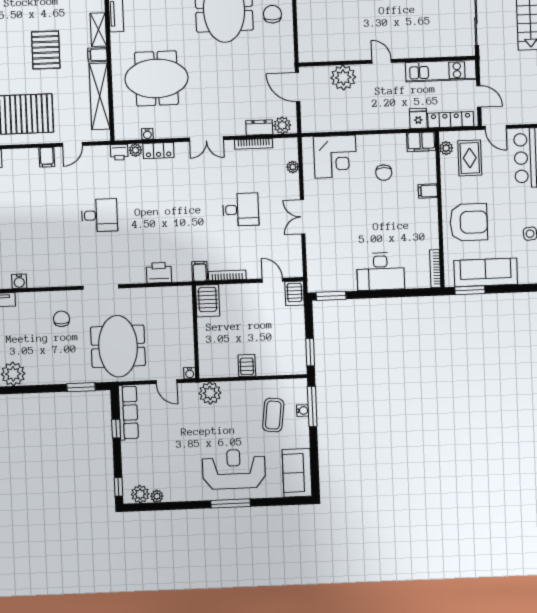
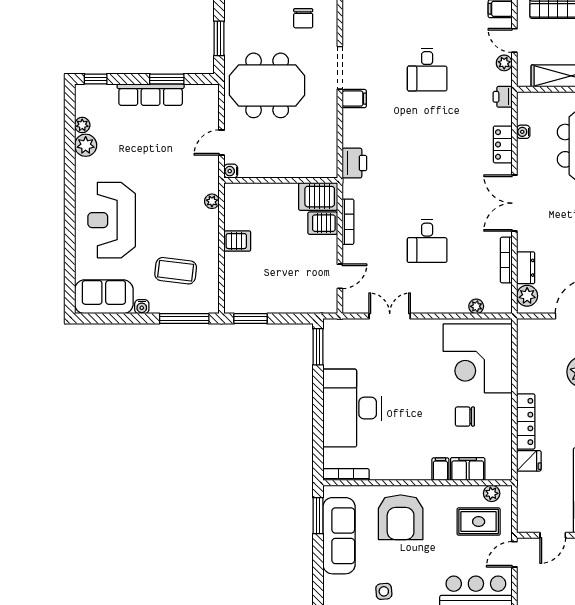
locker: (451, 120) -> (526, 421), moved
double door: (206, 139) -> (514, 203), width x1.37
filing cabinet: (421, 142) -> (468, 469), moved, turned 90
plant: (135, 150) -> (504, 63), moved
corner desk: (335, 157) -> (478, 358), width x1.36, depth x1.36
double door: (303, 217) -> (390, 316), moved
filing cabinet: (200, 271) -> (354, 99), moved
desk: (381, 271) -> (352, 408), width x1.36, depth x1.30
printer: (159, 273) -> (354, 163), moved
server rack: (295, 293) -> (323, 223), moved
chair: (62, 319) -> (303, 18), turned 90
plant: (210, 393) -> (212, 201), width x0.53, depth x0.53
water cooler: (303, 411) -> (142, 307), moved
row of seats: (128, 413) -> (151, 95), moved
window: (116, 429) -> (167, 79), width x1.50
reception desk: (234, 469) -> (112, 220), turned 180
plant: (140, 494) -> (86, 145), moved
window: (231, 503) -> (70, 215), removed

